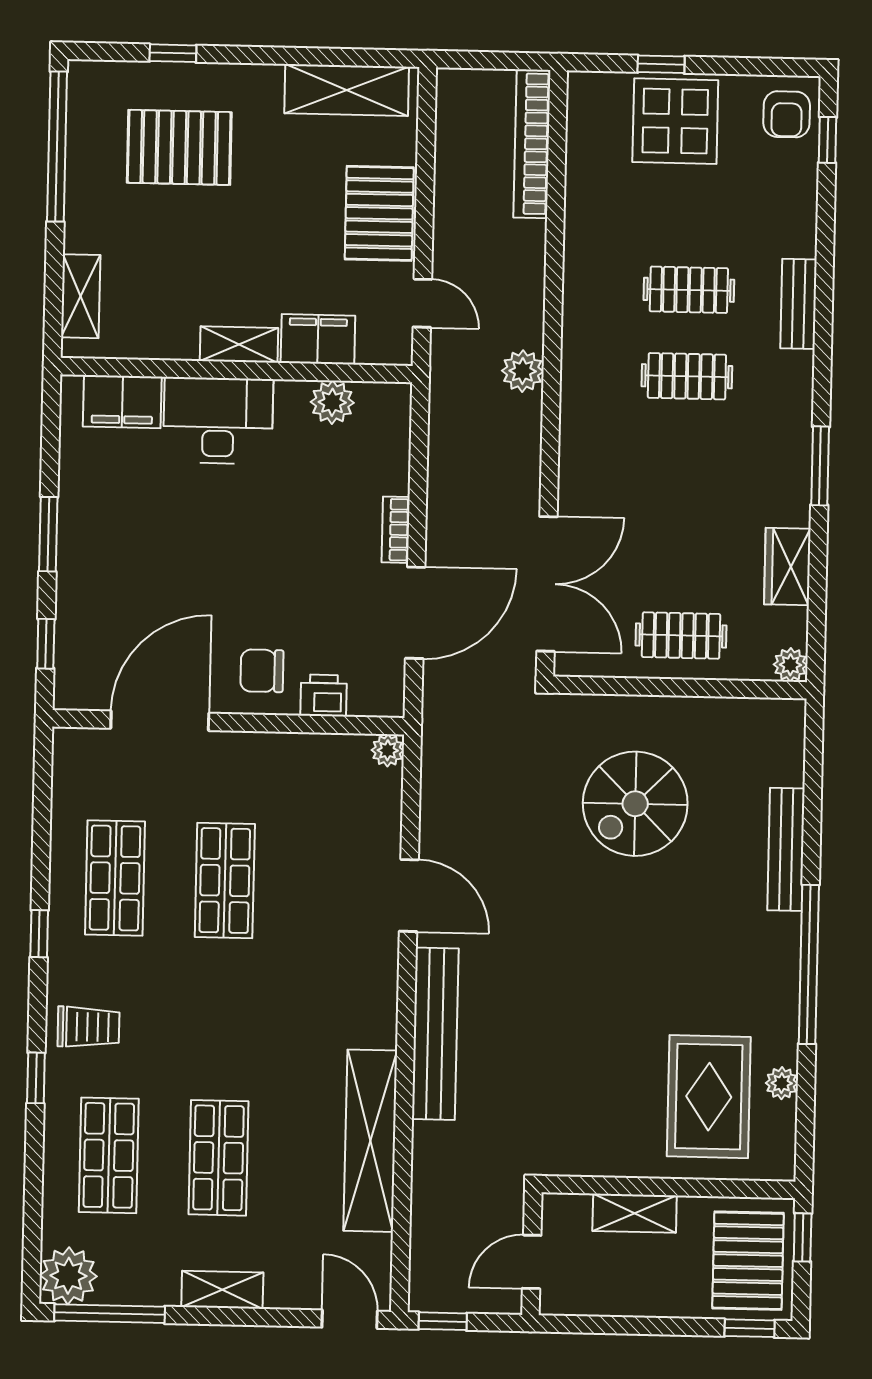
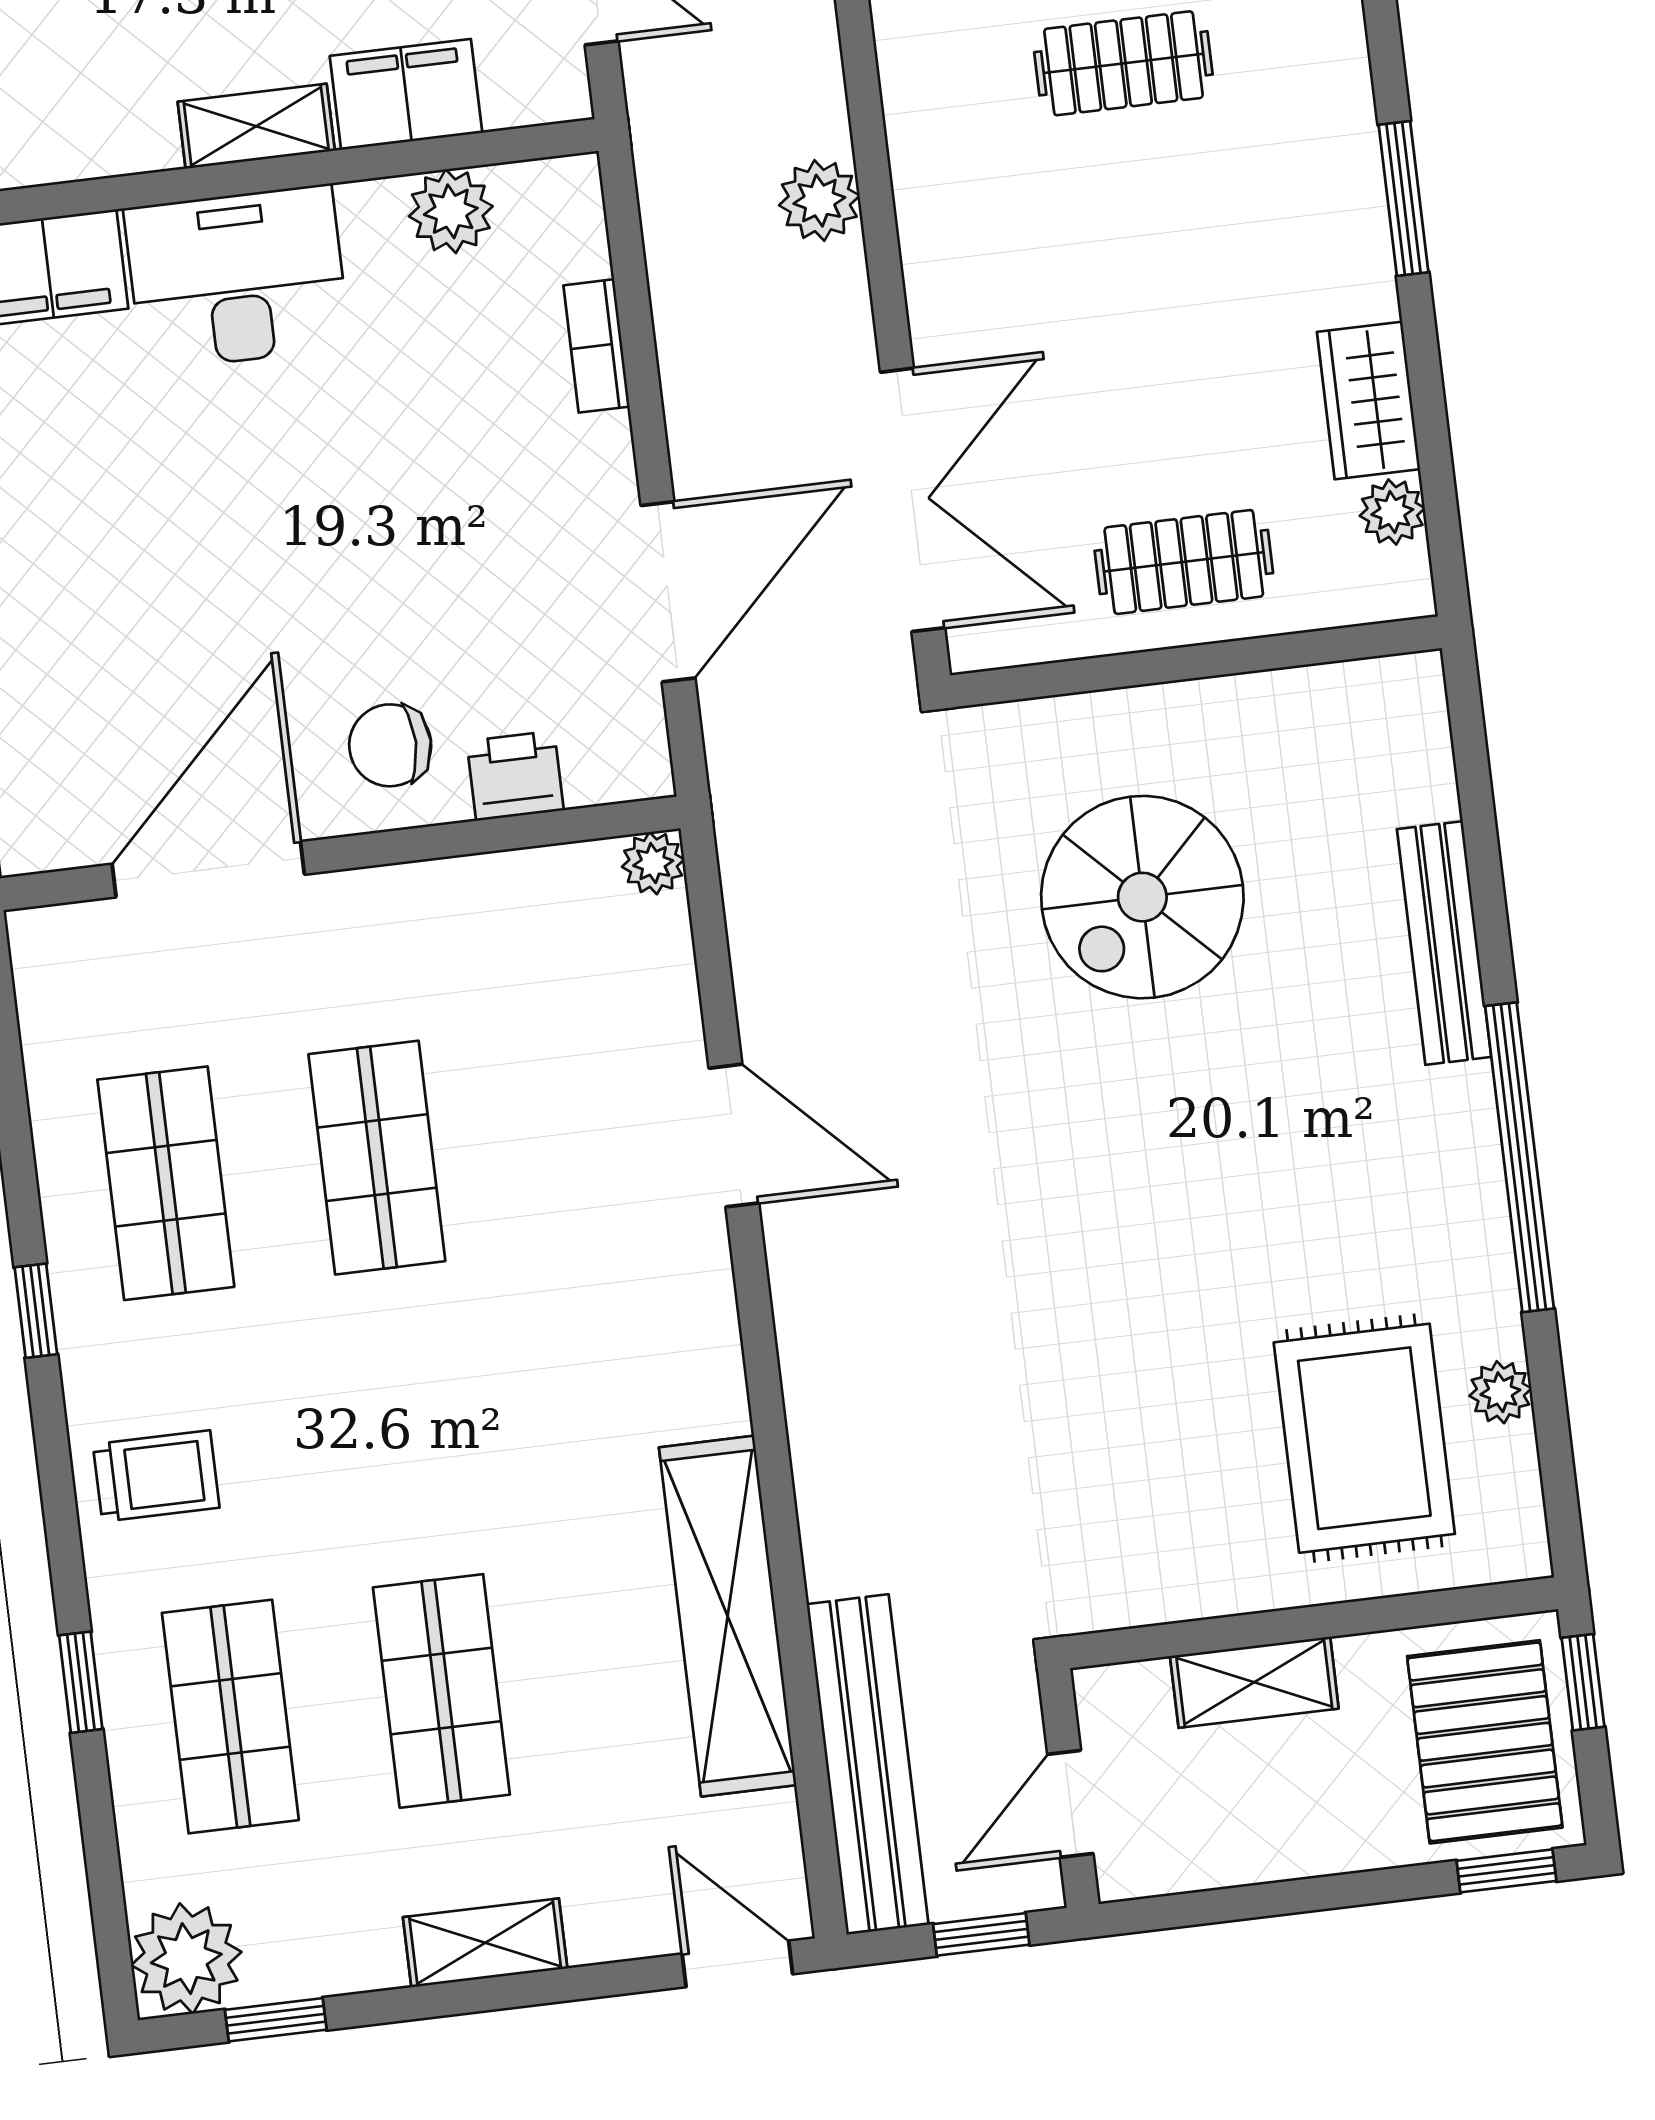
plant: (523, 371) -> (819, 201), moved
bookcase: (396, 530) -> (596, 346), moved
plant: (790, 665) -> (1392, 512), moved
bench: (435, 1034) -> (868, 1764), moved
window: (36, 1078) -> (81, 1682), moved
window: (110, 1314) -> (276, 2020), width x0.46
window: (443, 1321) -> (981, 1934), moved

